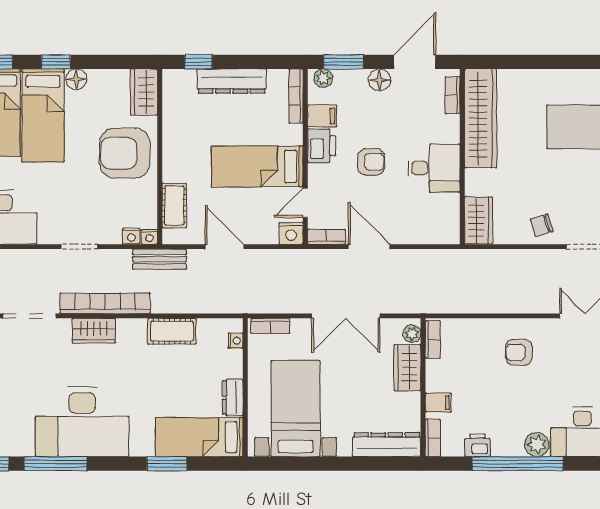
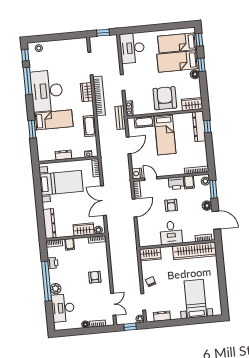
dresser: (232, 81) -> (199, 126), moved
bed: (257, 166) -> (165, 135), moved, turned 180
bed: (199, 437) -> (53, 120), moved, turned 90

